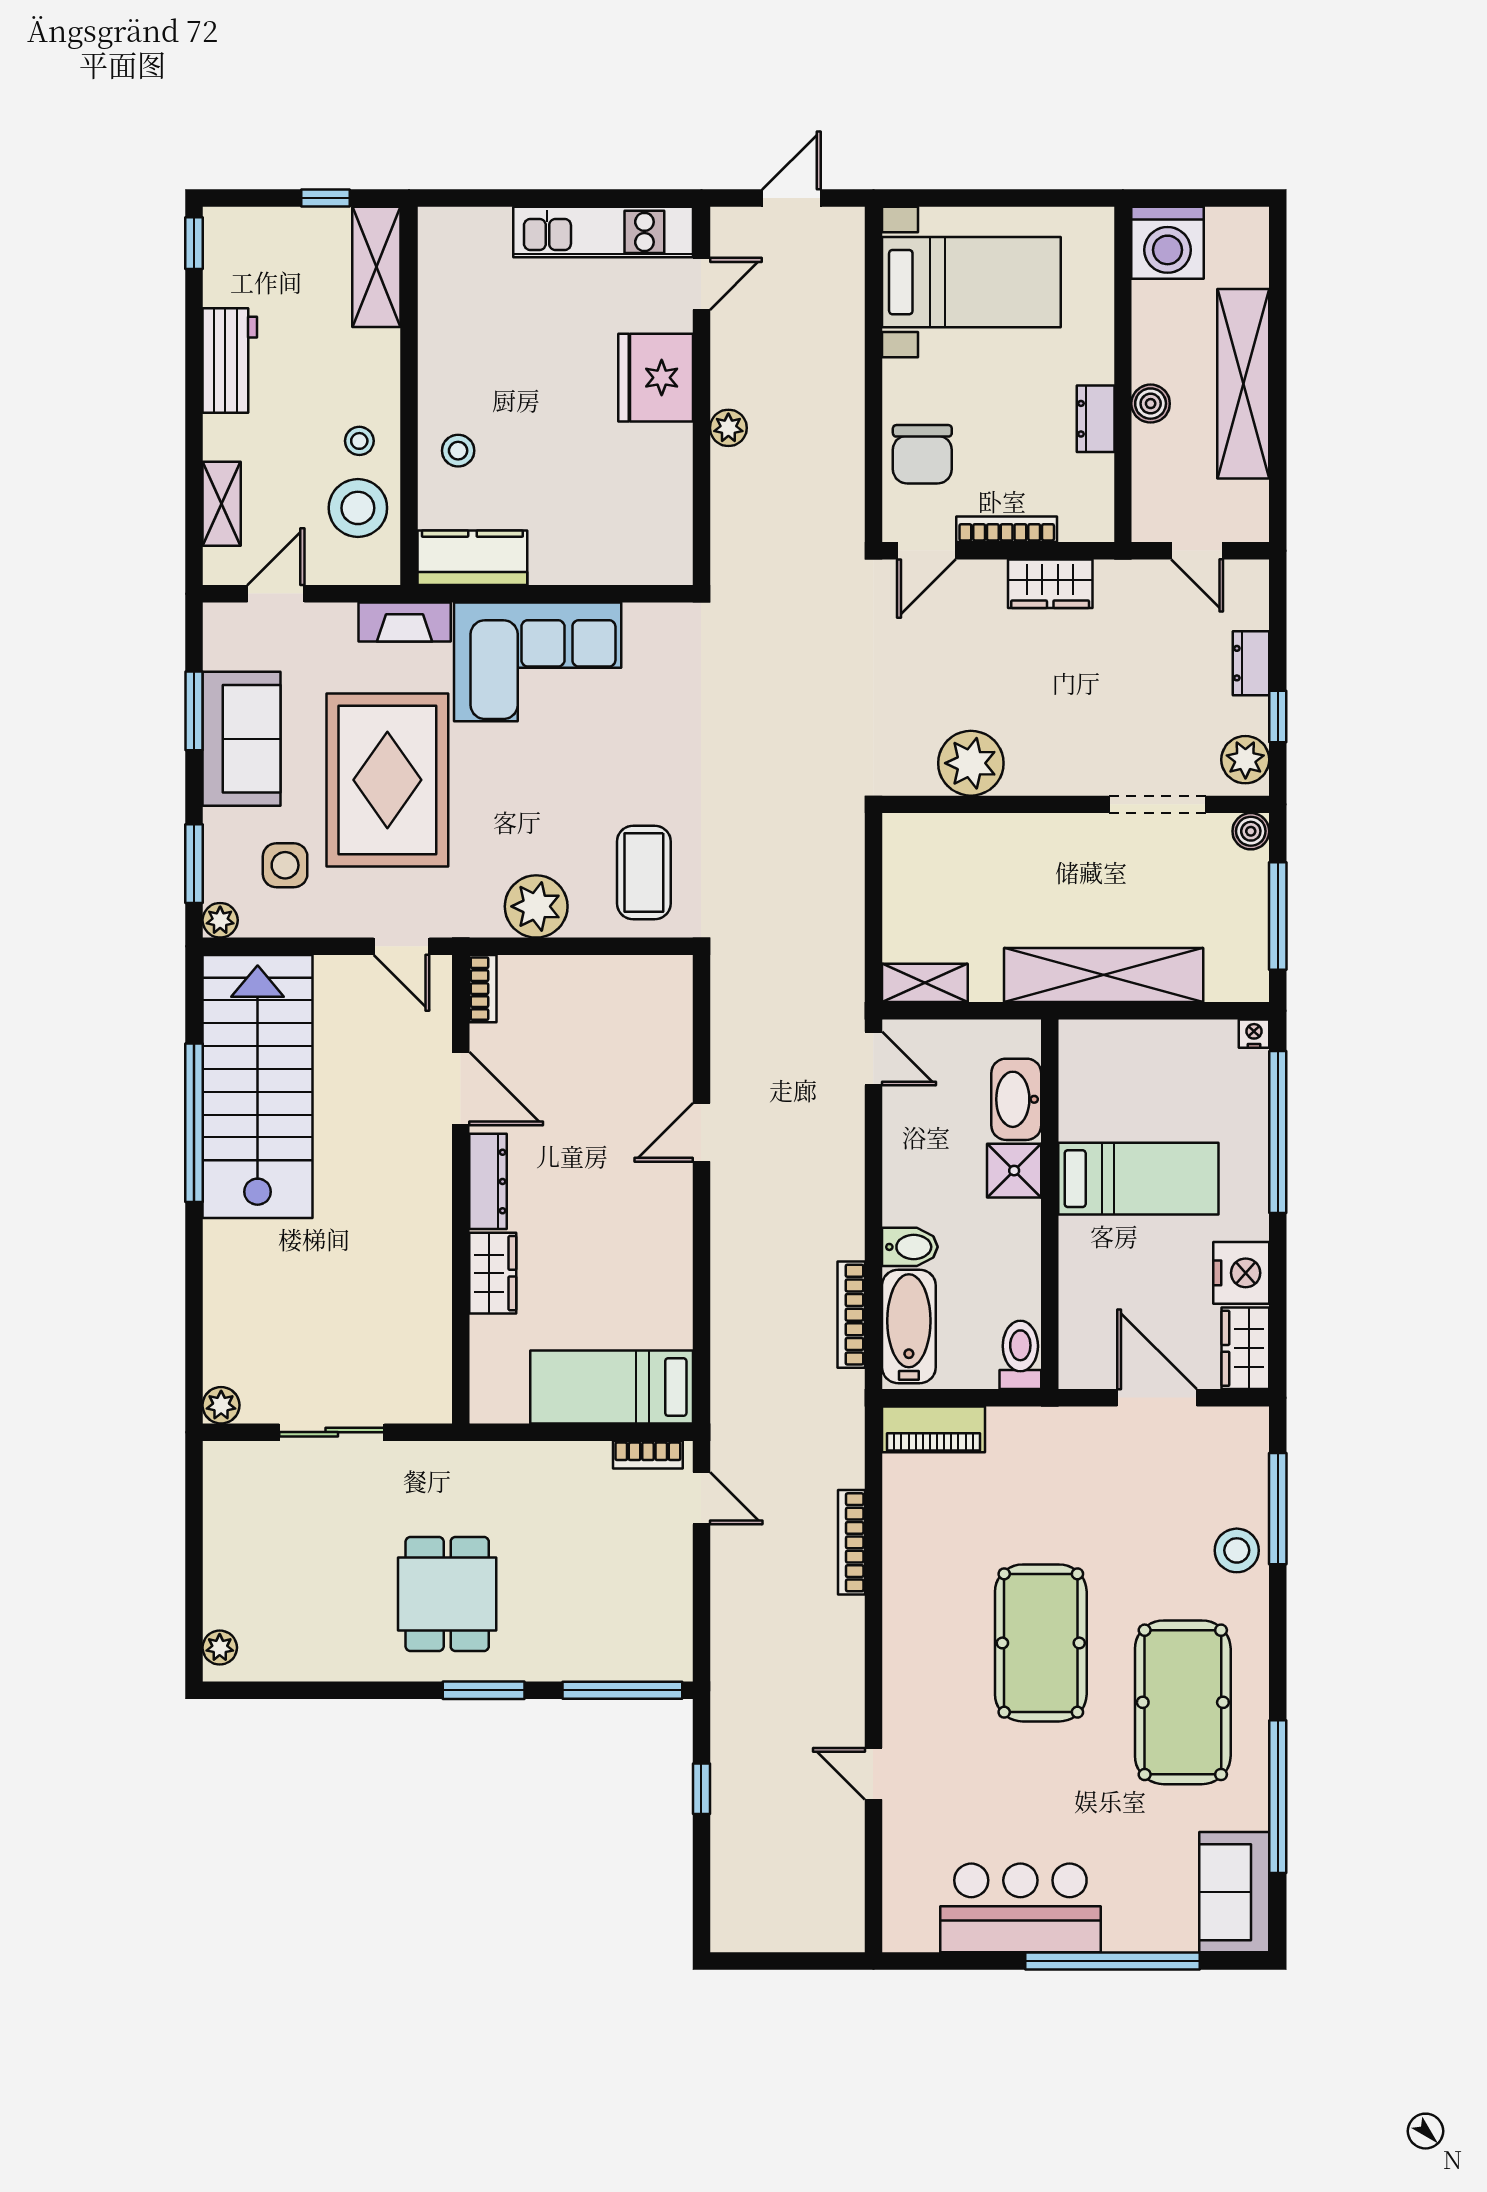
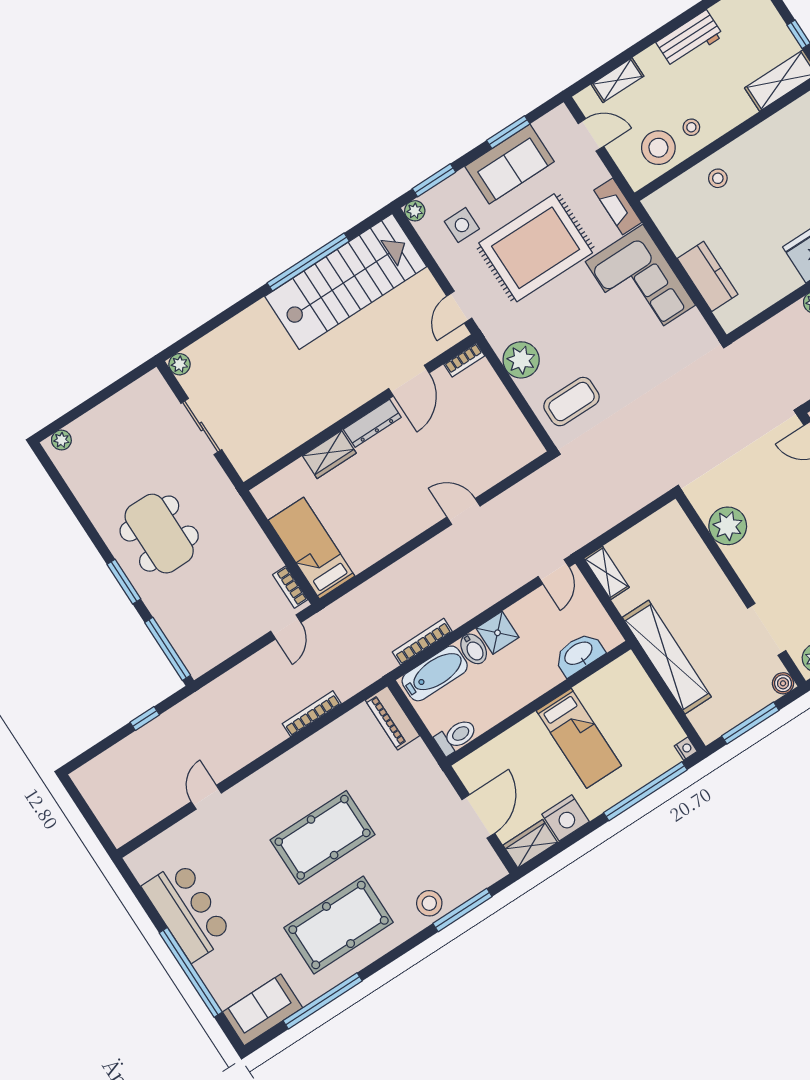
kitchen counter: (472, 558) -> (708, 276), moved
shower: (1014, 1171) -> (497, 633), moved
dining table: (447, 1594) -> (159, 534), width x1.38

